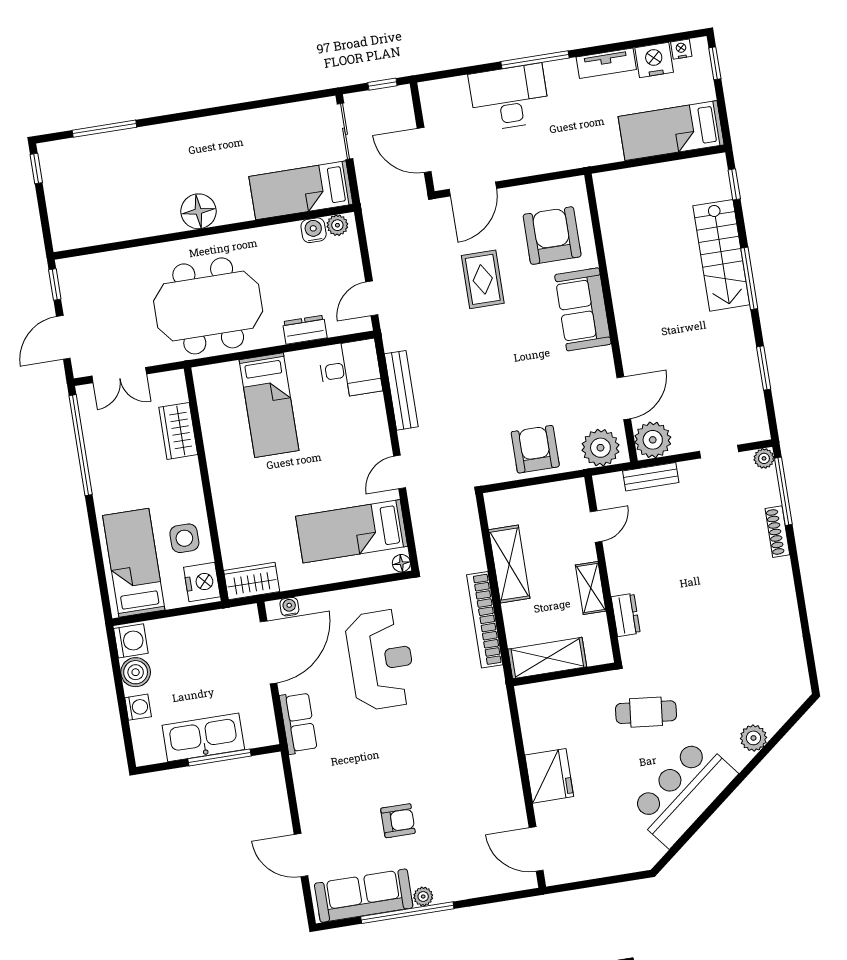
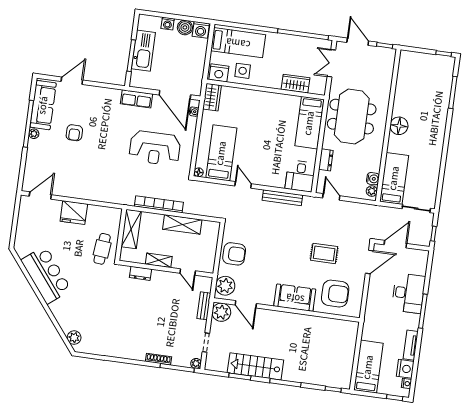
door: (473, 189) -> (369, 262), swing flipped
stairs: (721, 255) -> (255, 366), moved
bed: (269, 405) -> (309, 123), moved, turned -90
cafe table: (646, 712) -> (102, 249), moved
plant: (753, 738) -> (74, 338), moved

